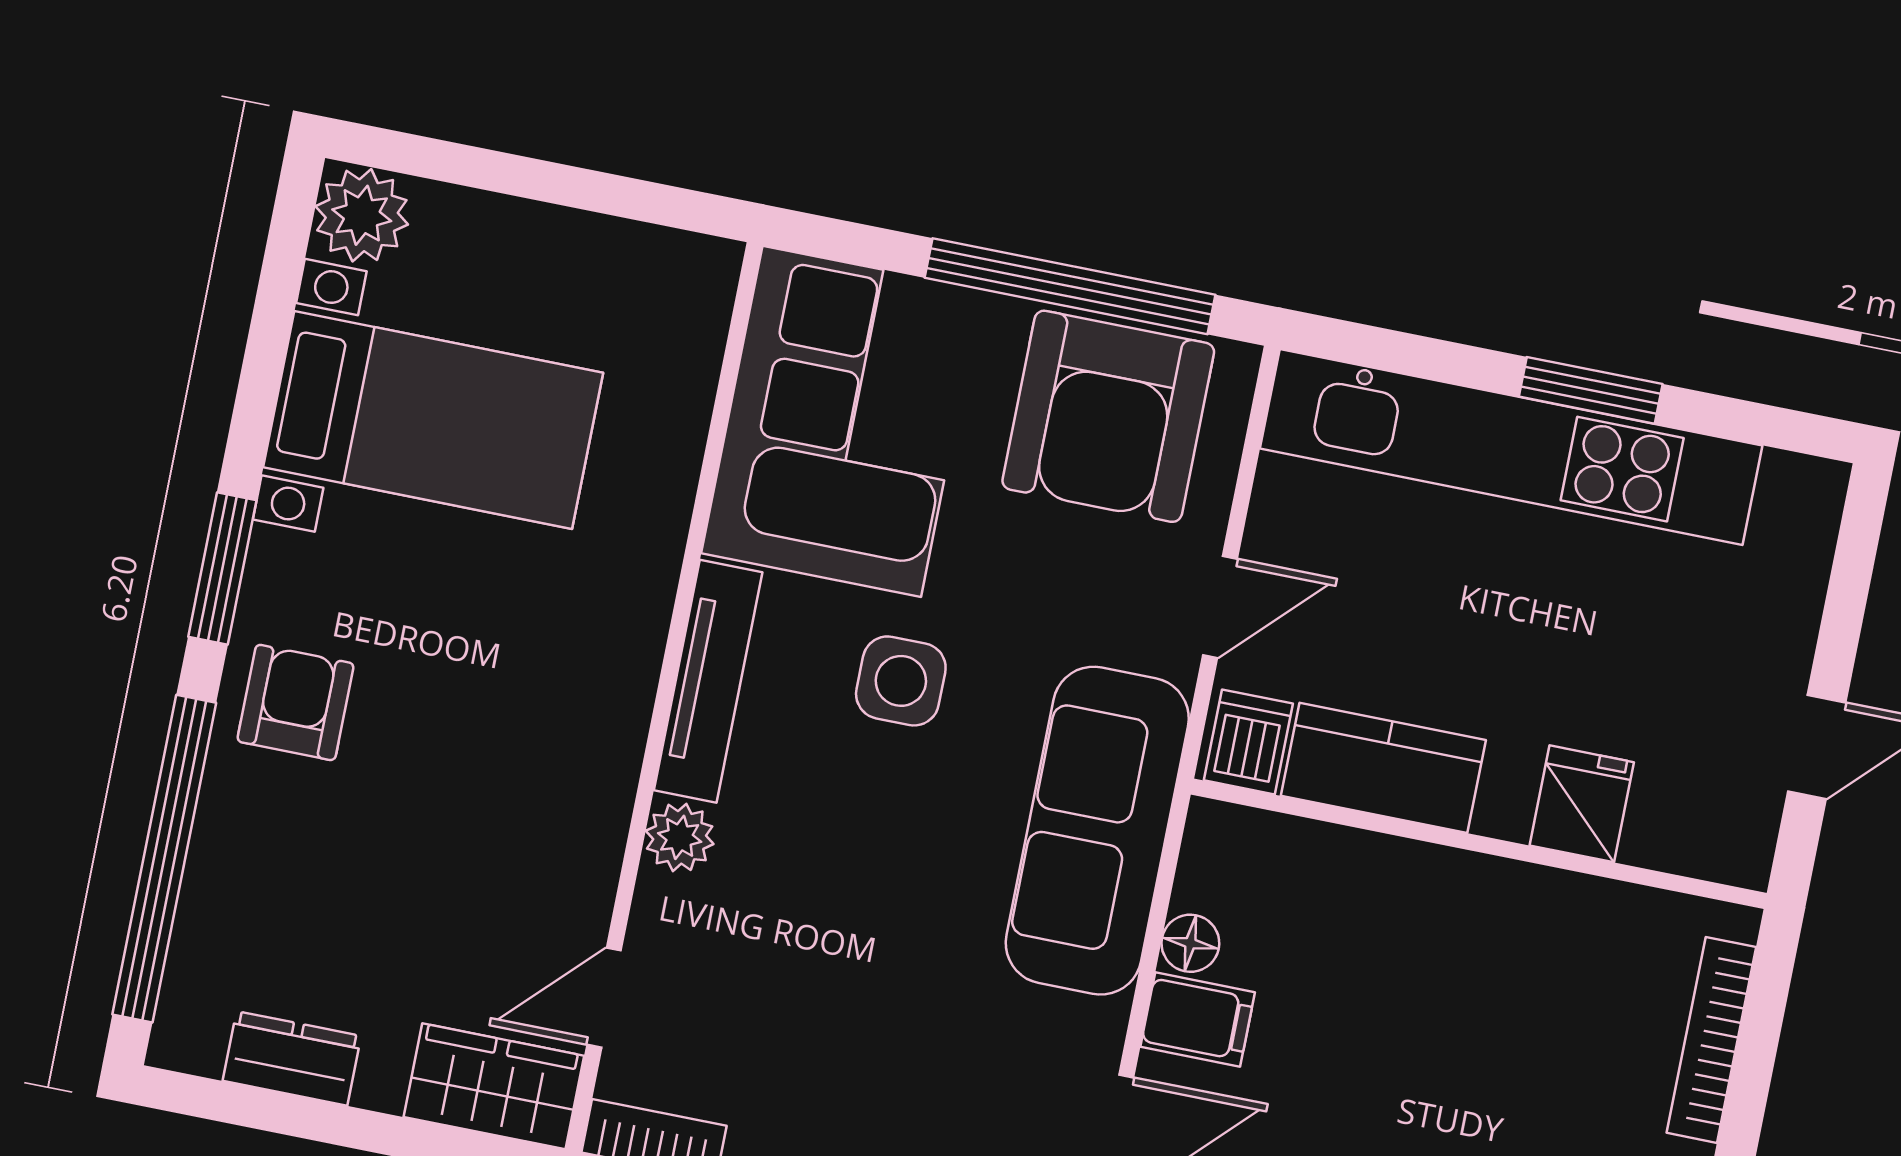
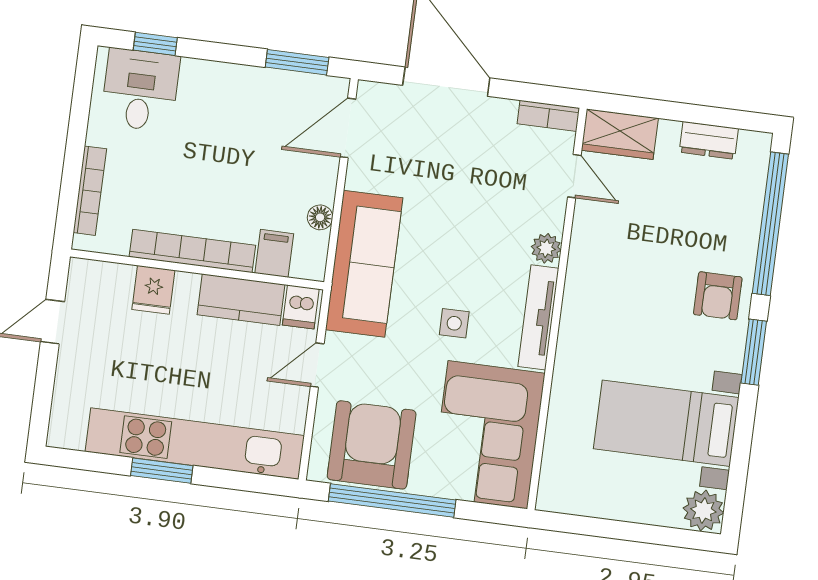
side table: (901, 681) -> (454, 323), width x0.73, depth x0.73
bookcase: (1487, 886) -> (192, 251), added
door: (604, 998) -> (574, 176), hinge flipped
filing cabinet: (1198, 1019) -> (274, 253), moved, turned 90

